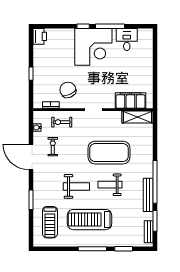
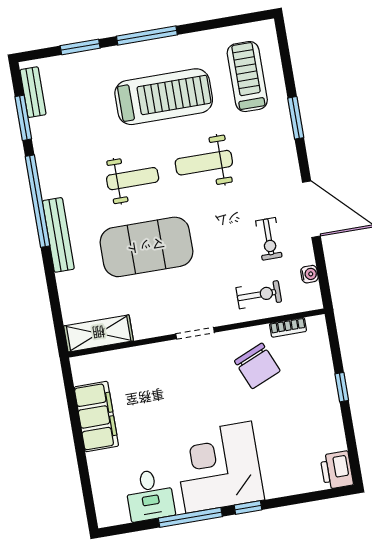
filing cabinet: (130, 100) -> (96, 417), moved, turned -90
bench: (148, 195) -> (58, 235), moved

